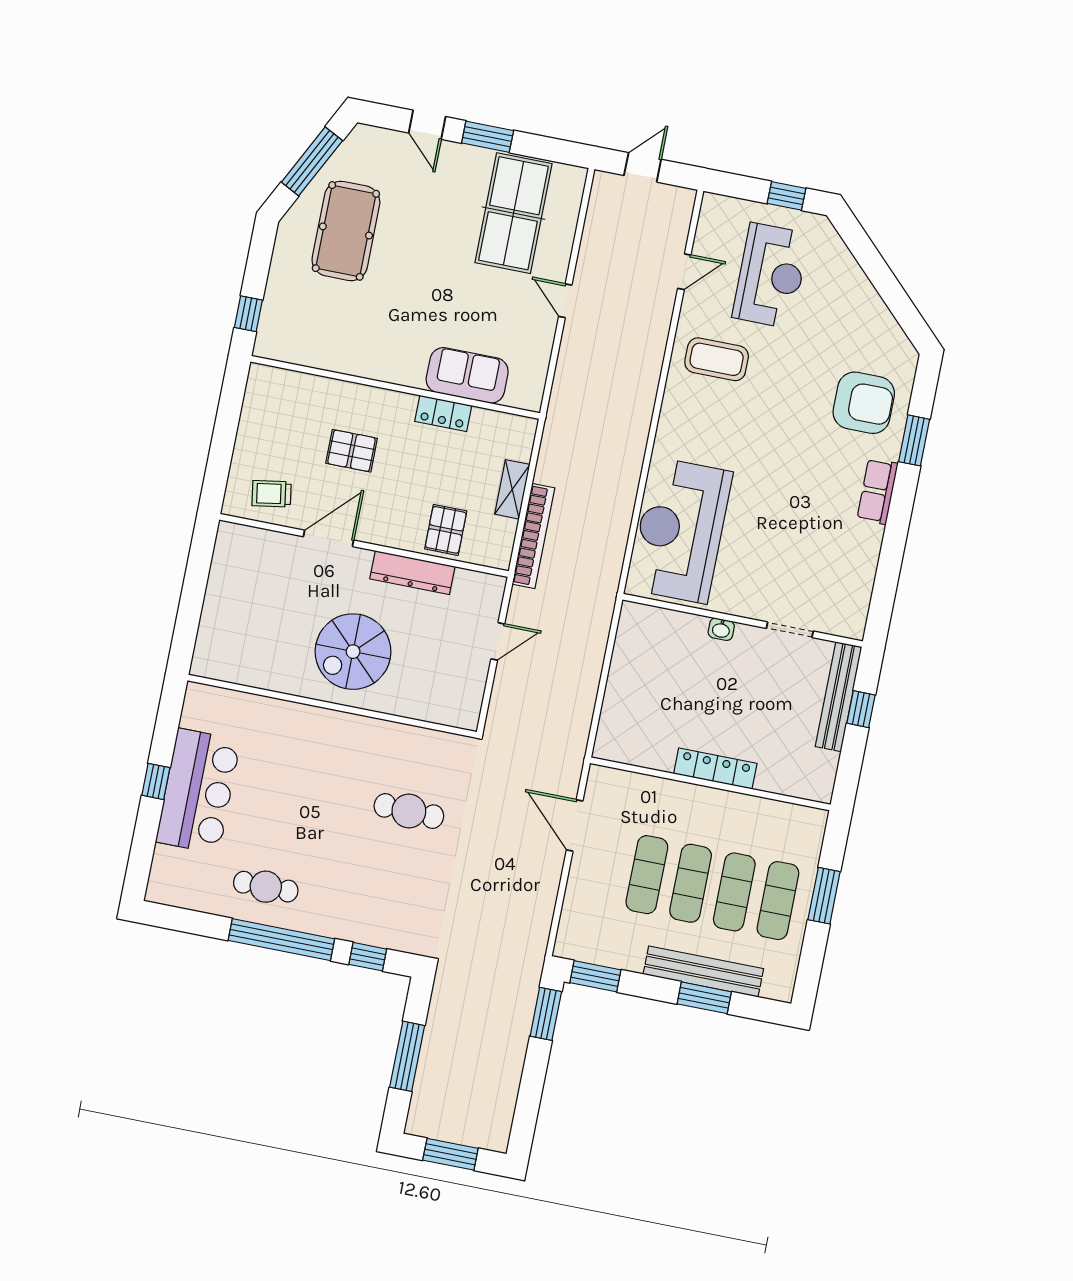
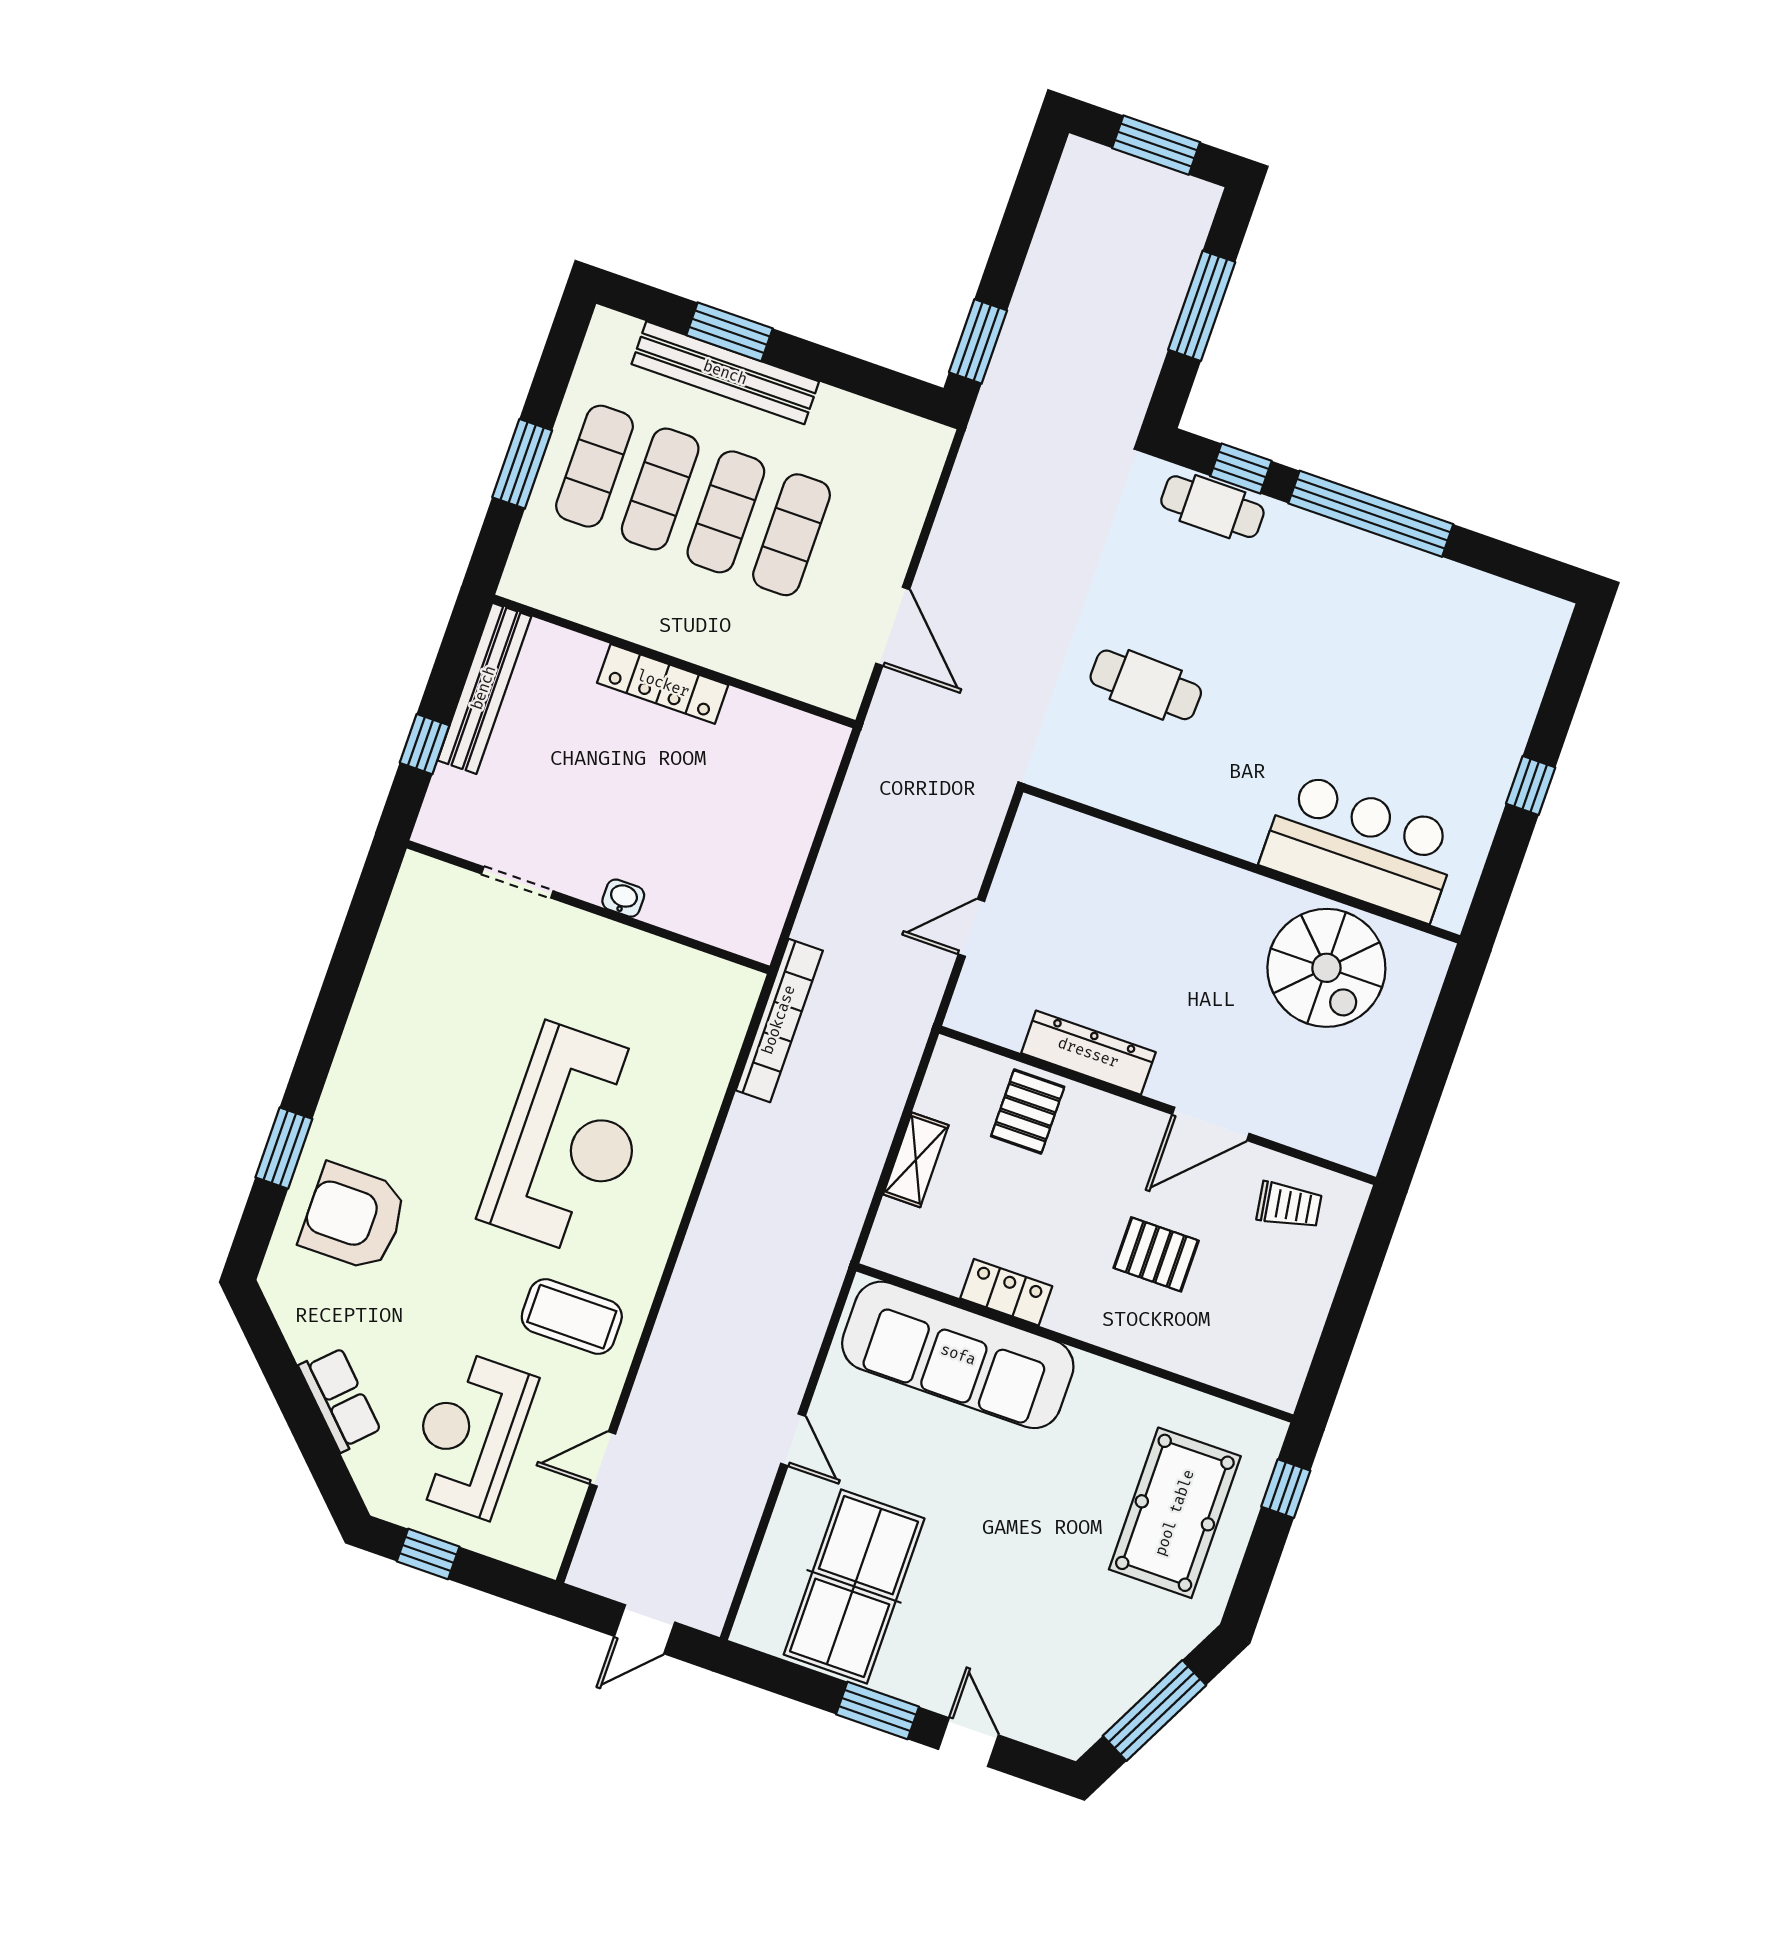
pool table: (346, 231) -> (1175, 1513), moved
sofa: (467, 375) -> (958, 1355), width x1.85, depth x1.27
row of seats: (877, 491) -> (340, 1399), moved, turned -45
reception desk: (680, 530) -> (570, 1140), moved
bookcase: (533, 536) -> (779, 1020), moved, turned 180
spiral stairs: (353, 652) -> (1326, 968), moved, turned 90
bench: (839, 697) -> (484, 688), moved
bar counter: (198, 791) -> (1360, 847), moved, turned 90
cafe table: (266, 887) -> (1212, 507), moved
window: (595, 976) -> (893, 389), removed

